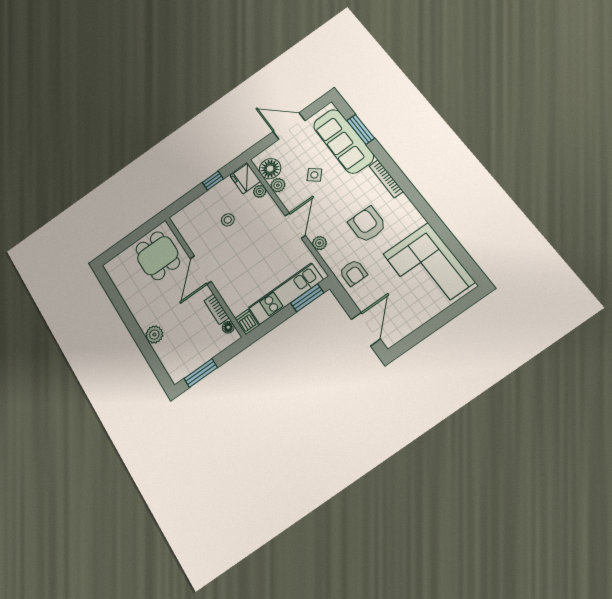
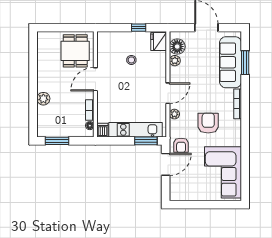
side table: (314, 175) -> (200, 70), removed
plant: (260, 191) -> (162, 56), removed
door: (366, 329) -> (166, 164), moved

